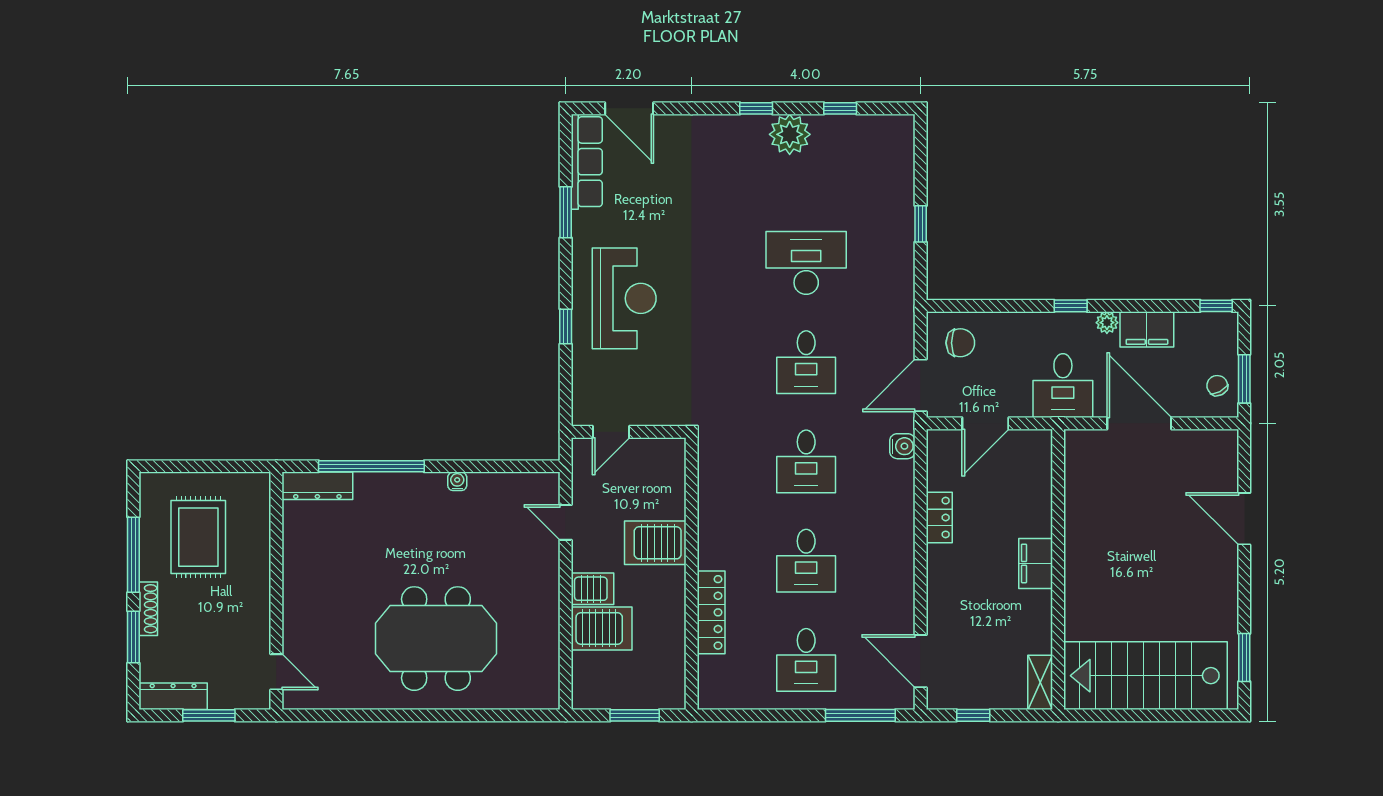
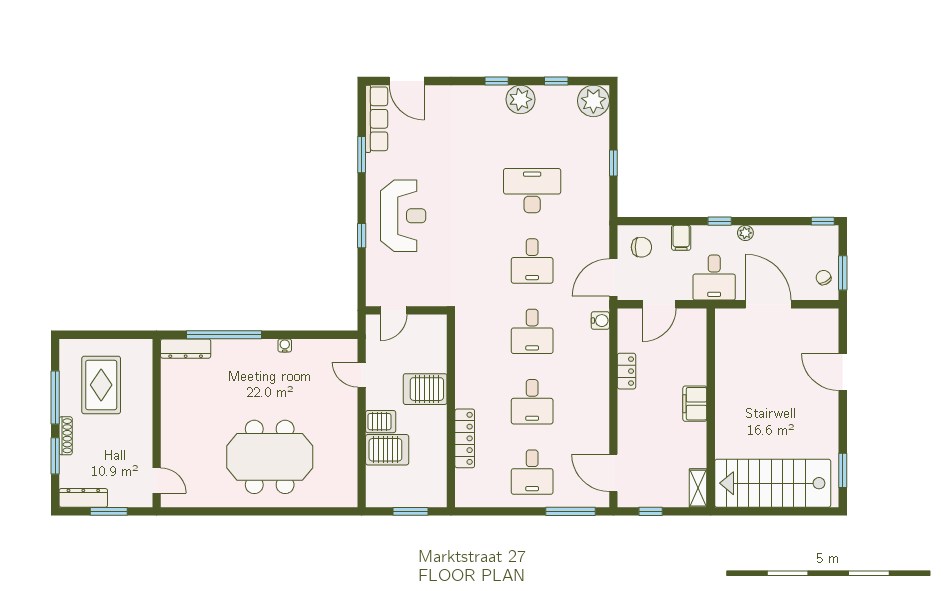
plant: (893, 136) -> (593, 101), added
filing cabinet: (1147, 329) -> (681, 238), moved, width x0.50

